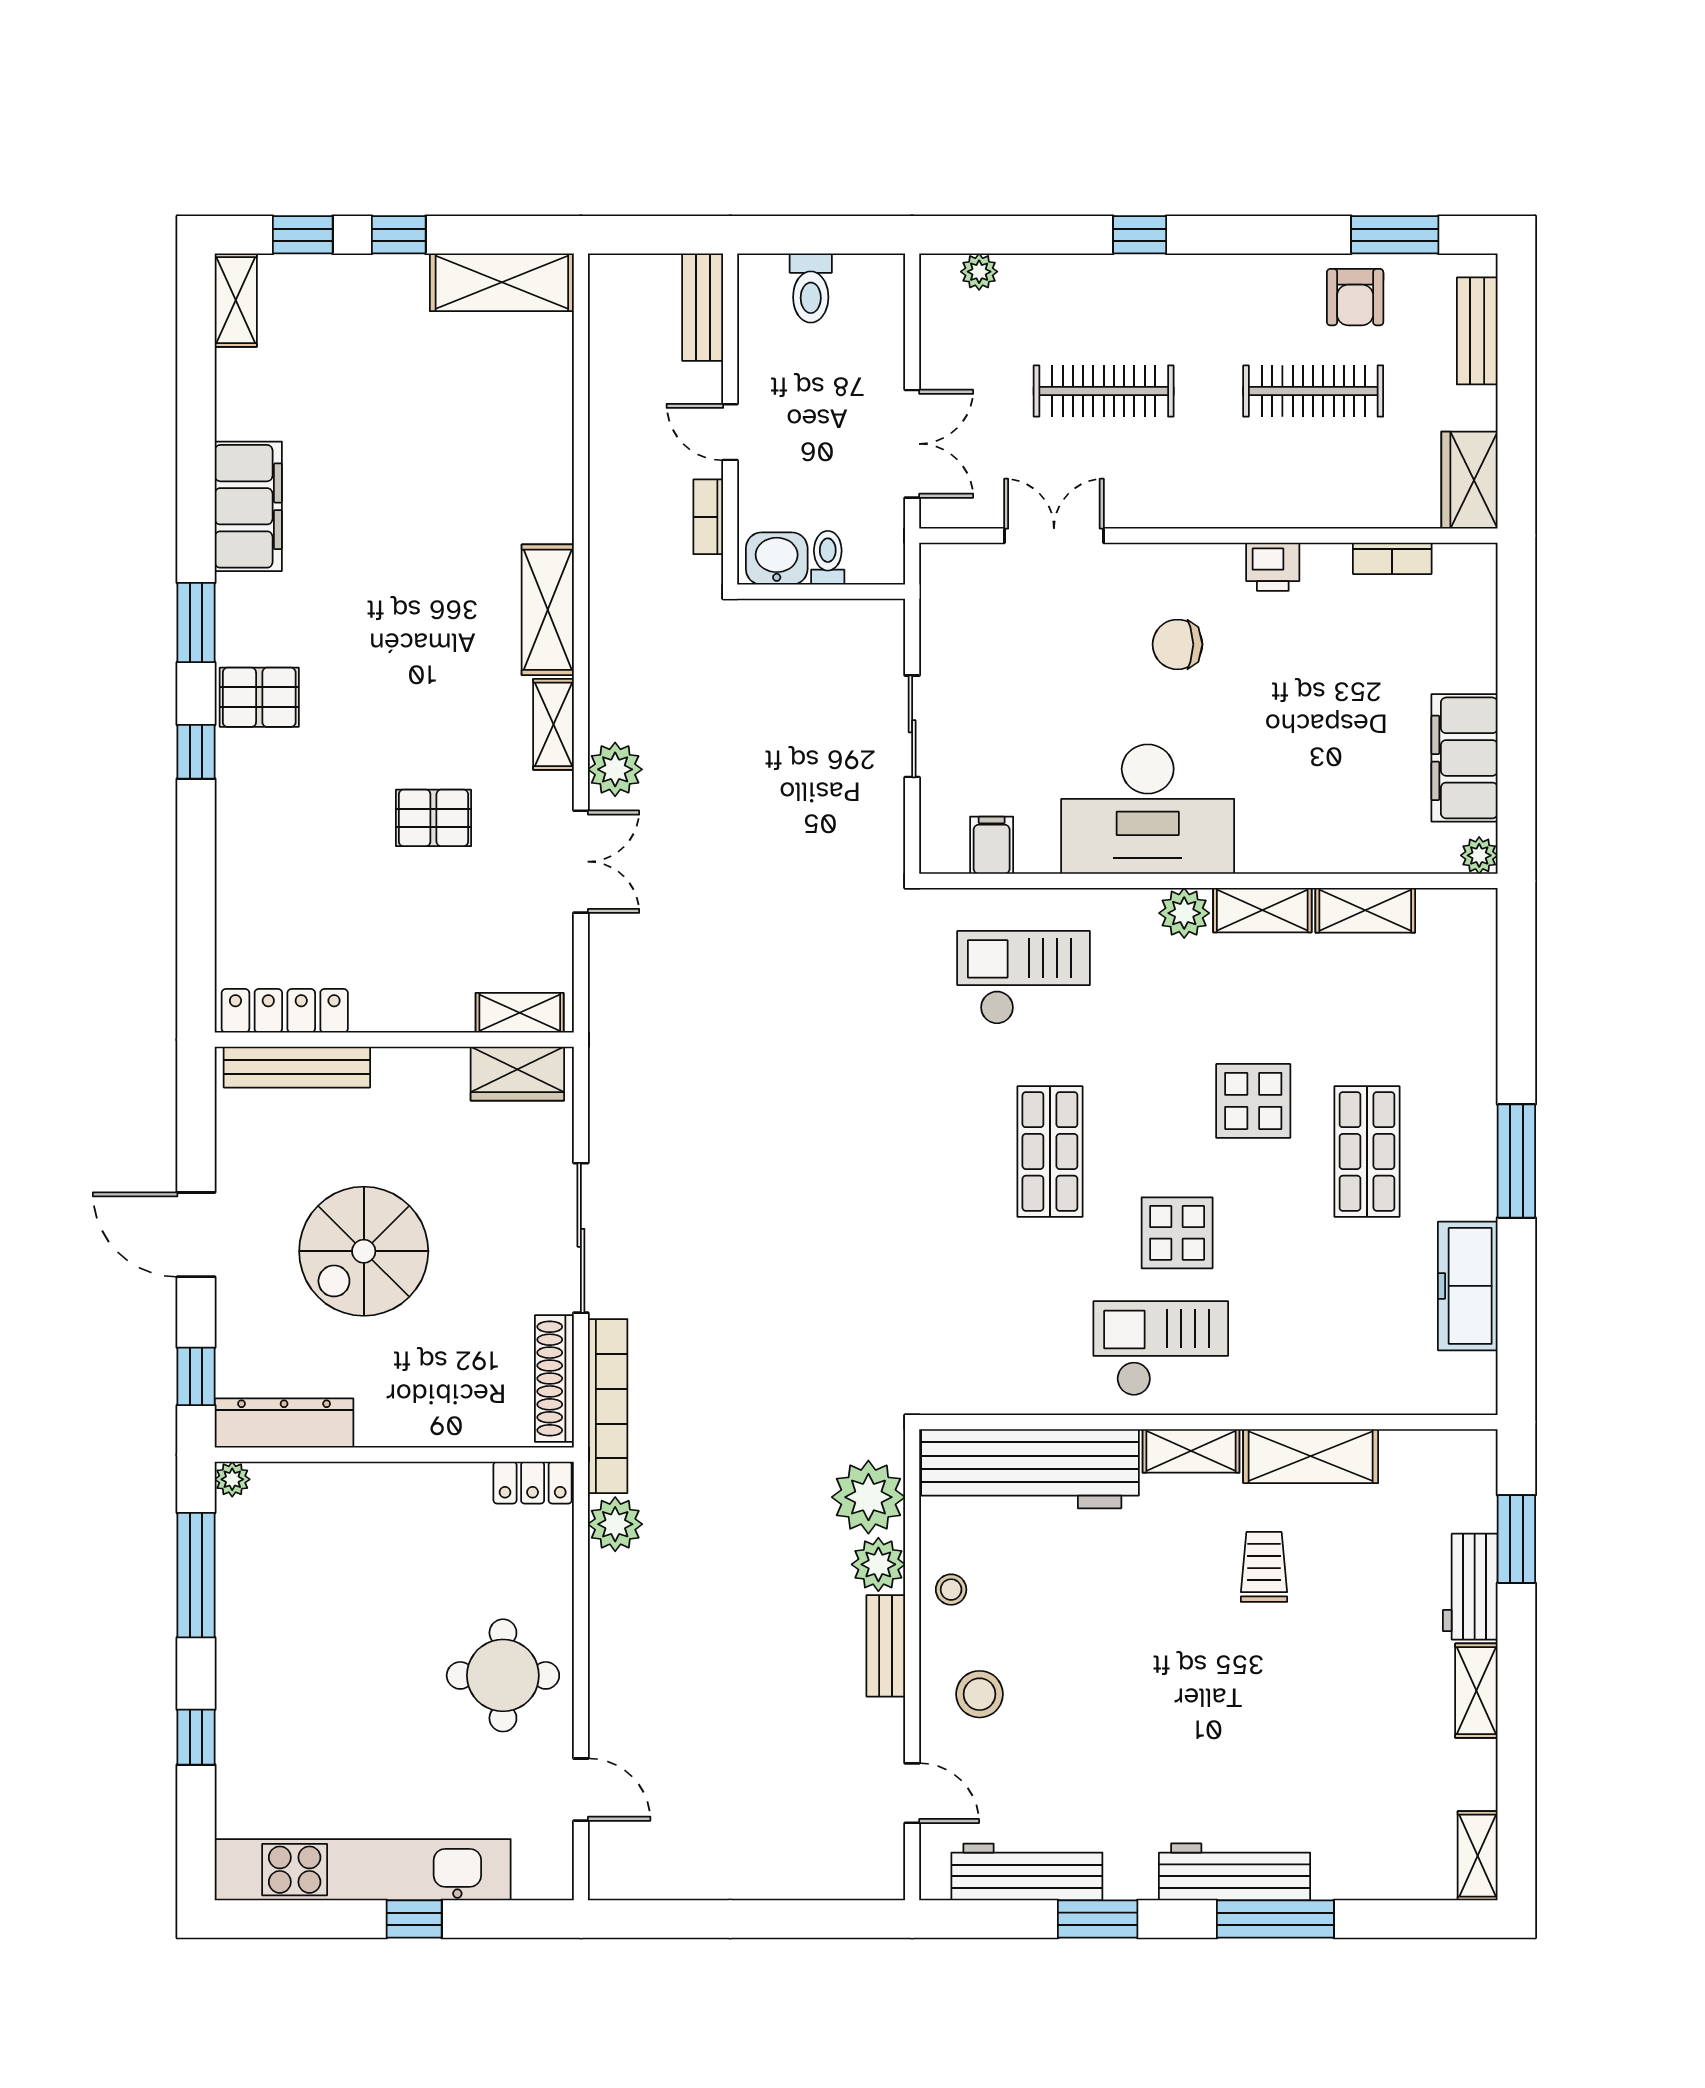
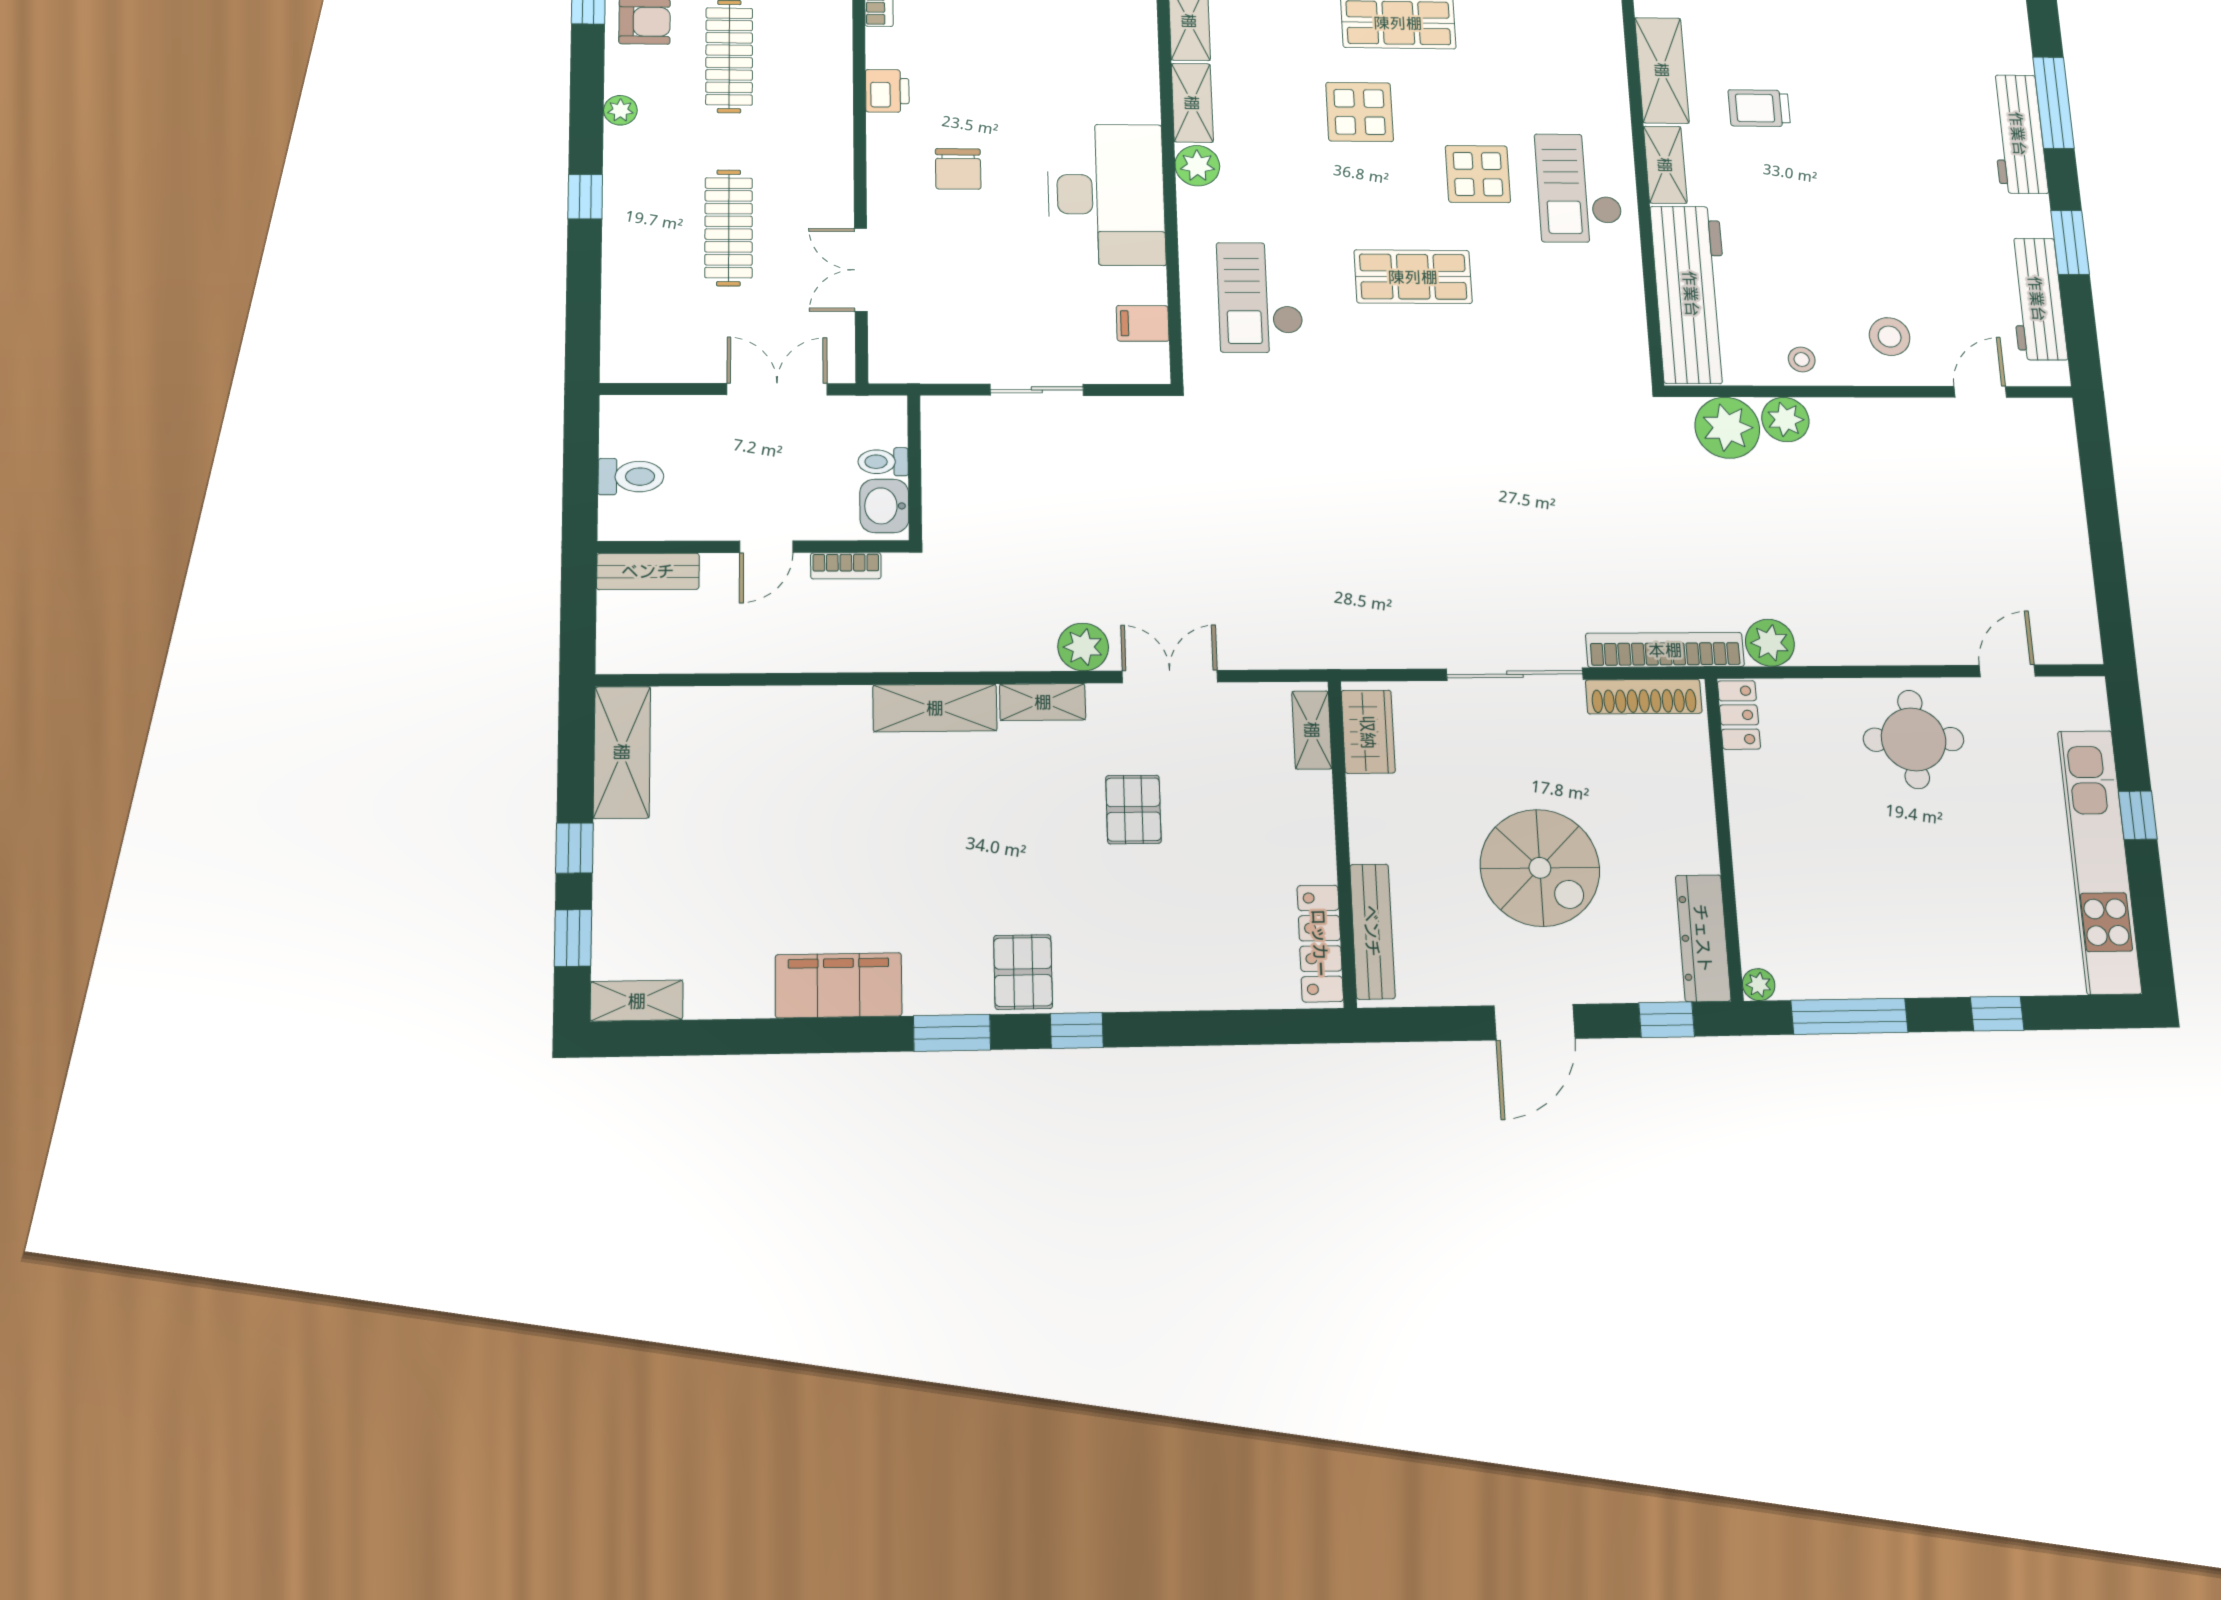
plant: (979, 272) -> (620, 110), moved
bench: (886, 1646) -> (1855, 413), removed

